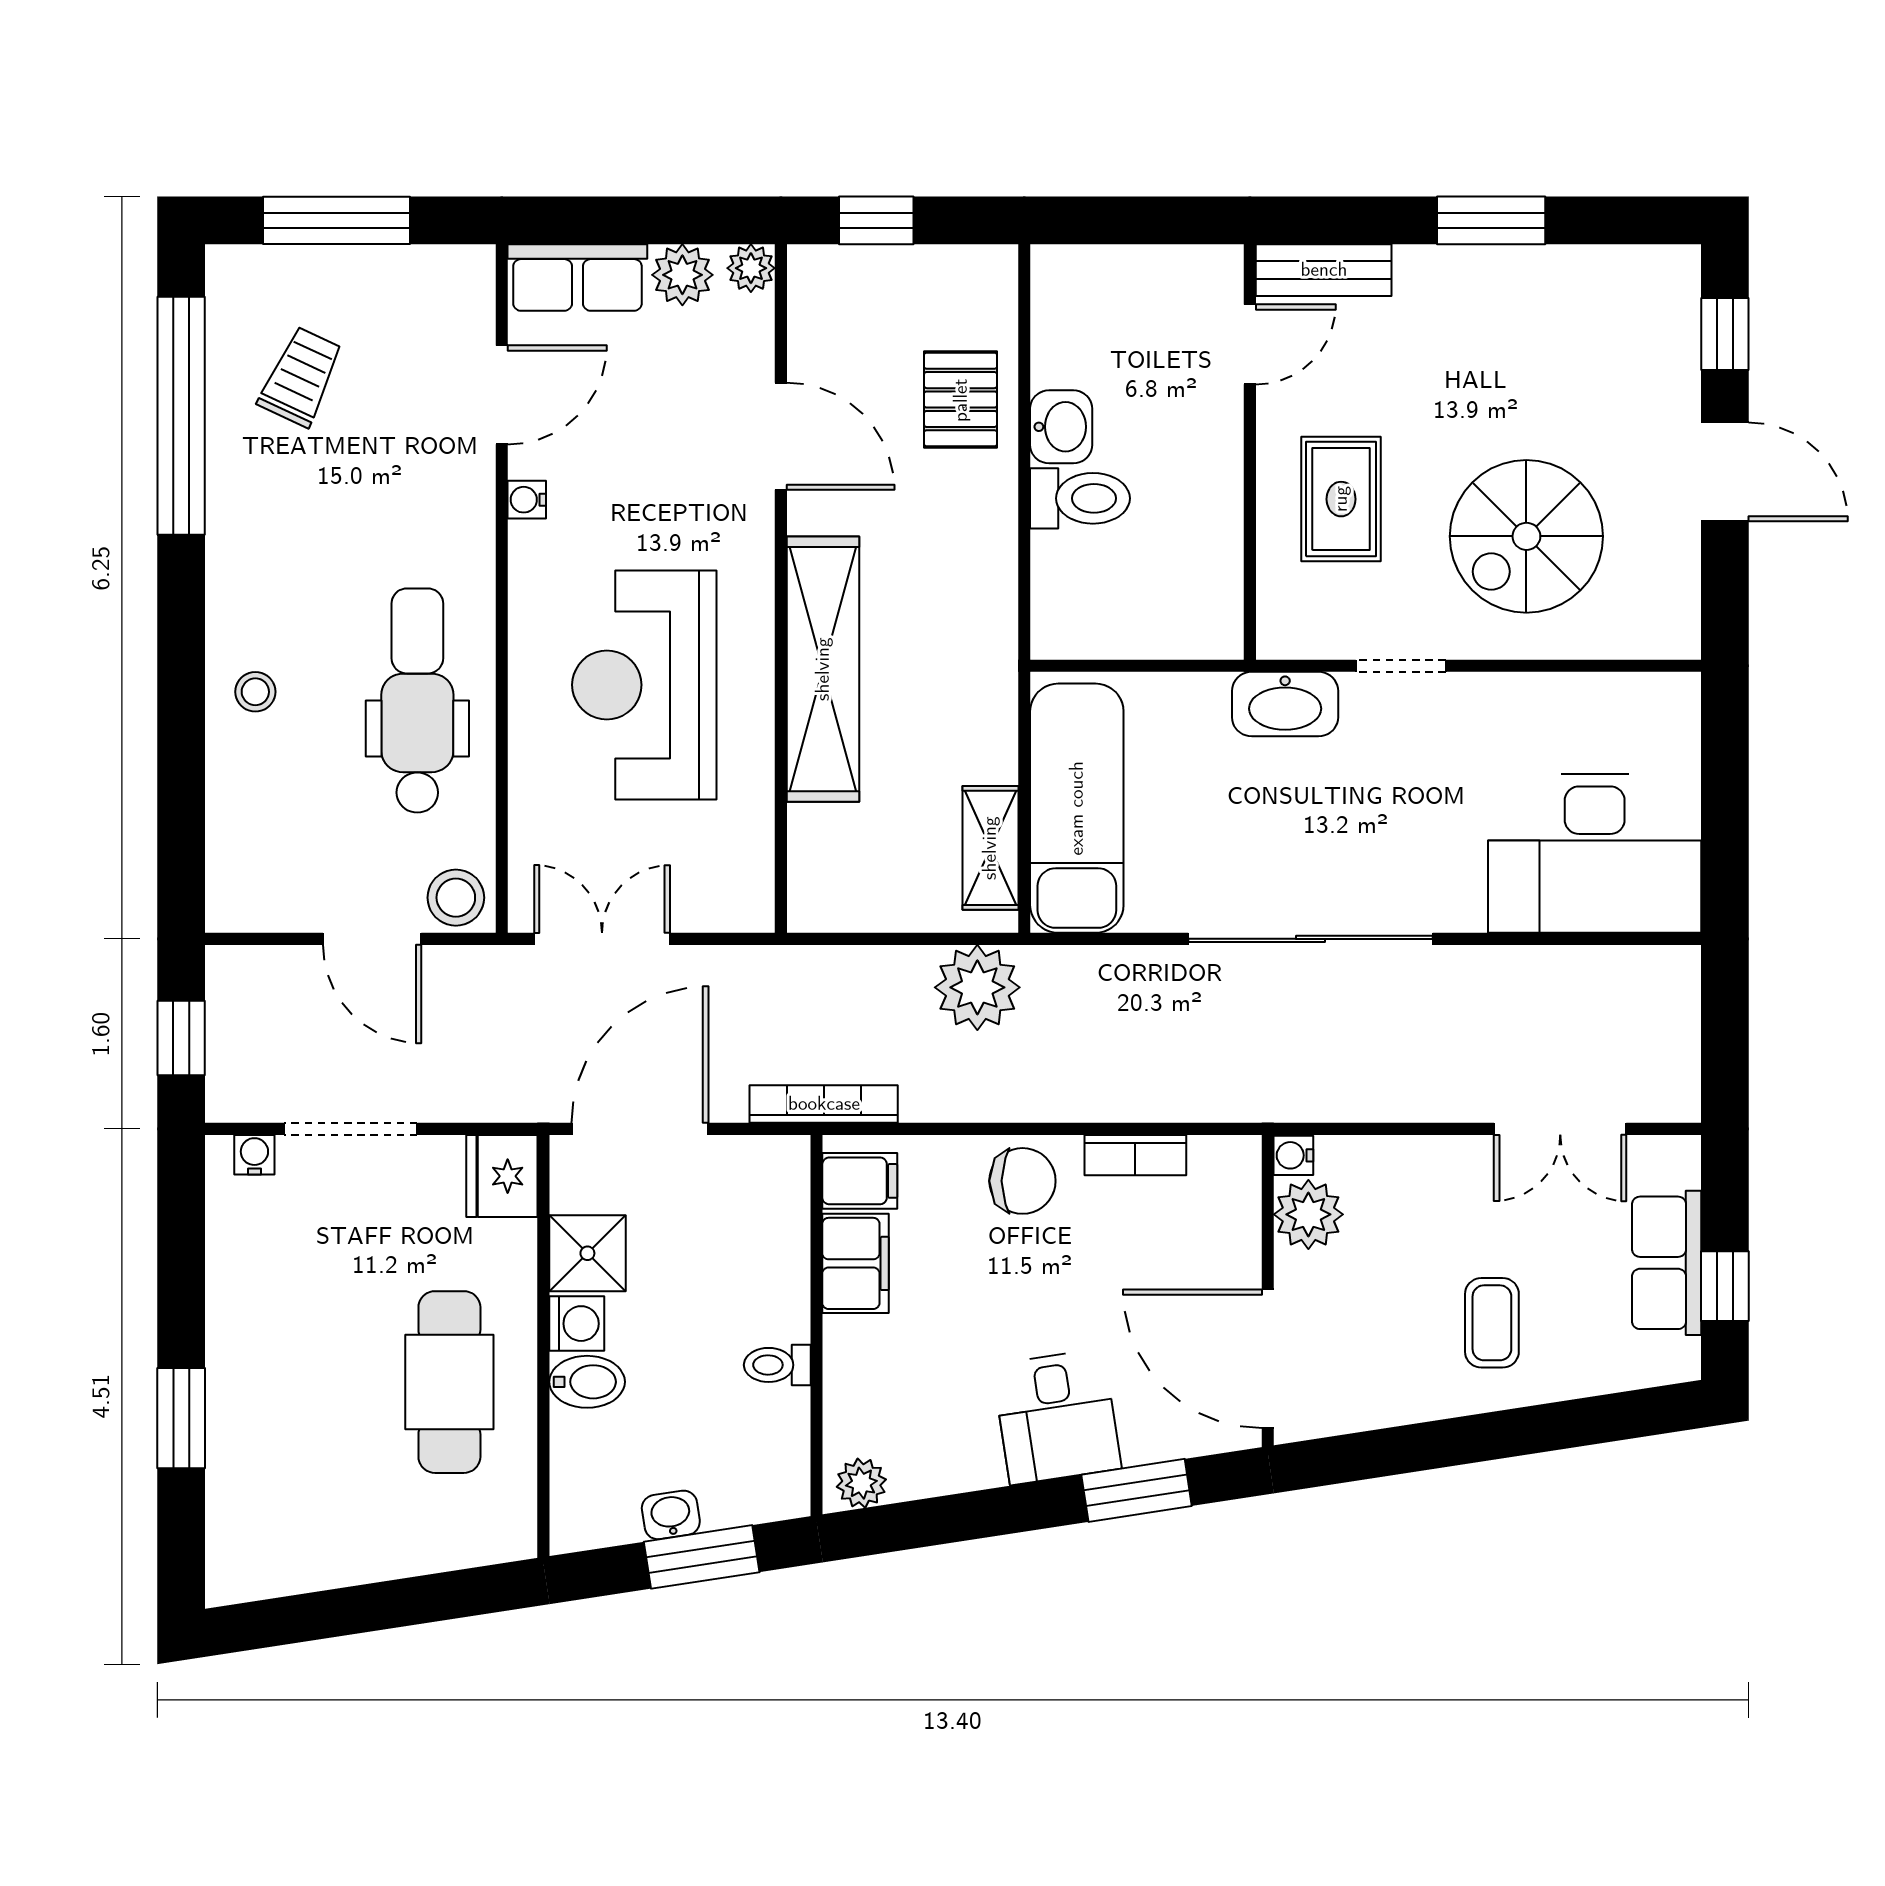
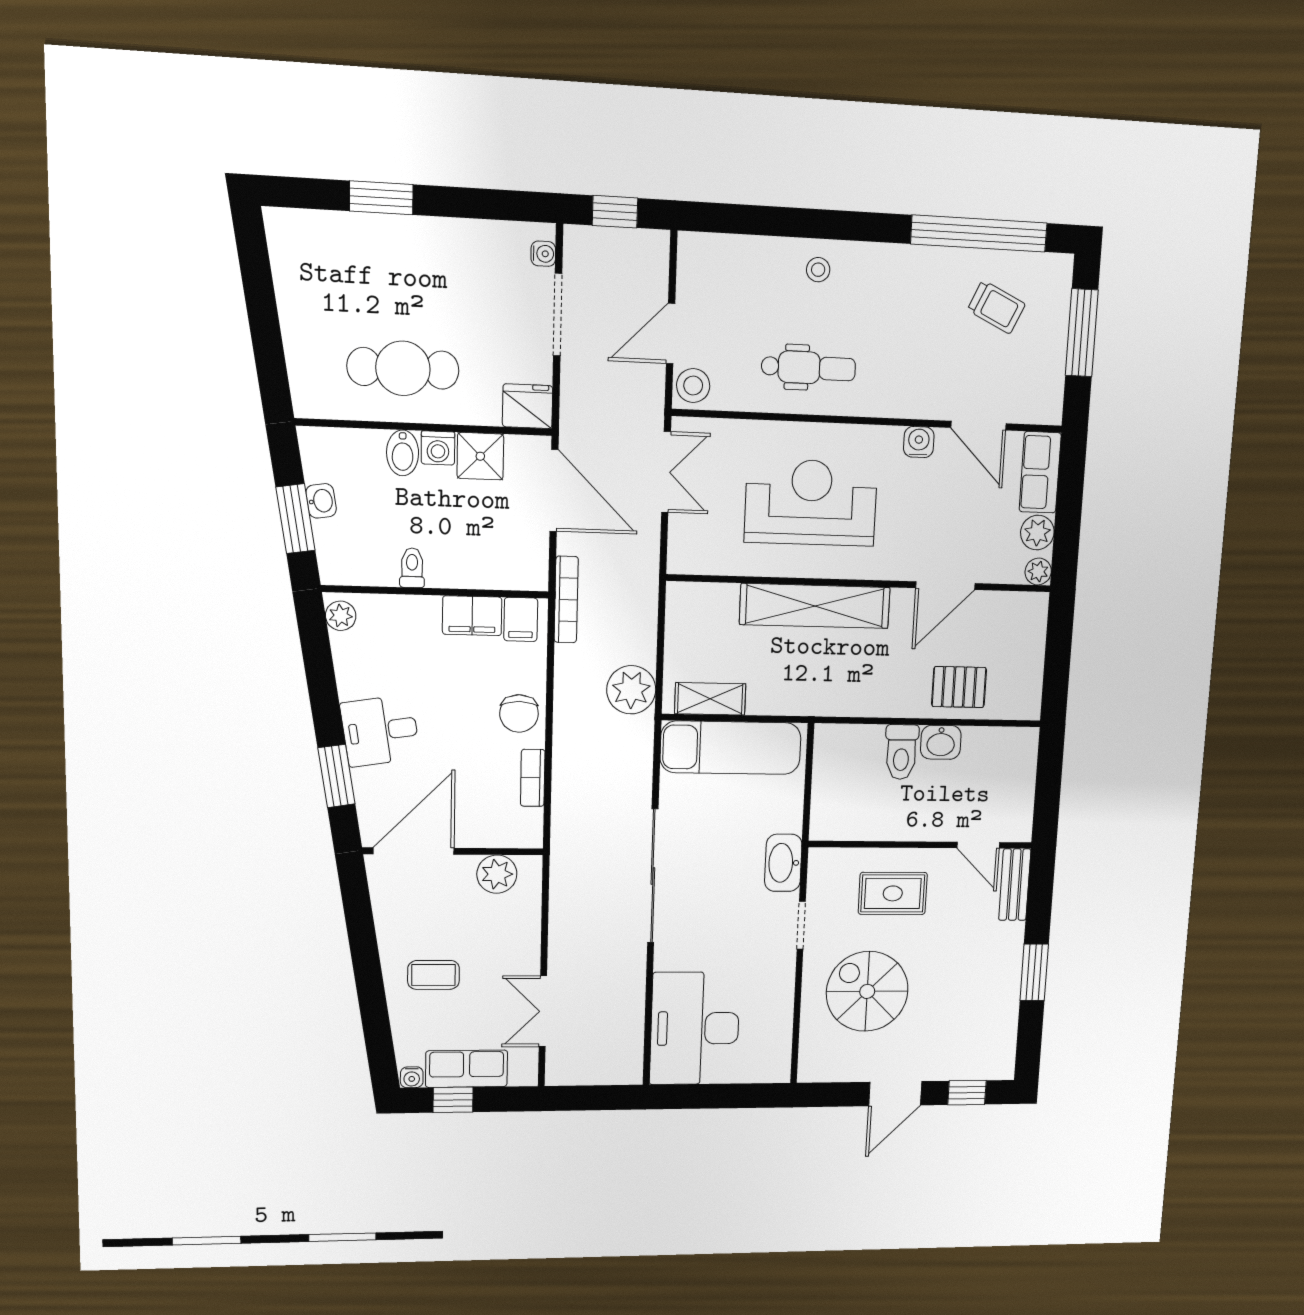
window: (876, 220) -> (1059, 642), removed
water cooler: (527, 500) -> (919, 442), width x1.38, depth x1.38
dental chair: (417, 700) -> (808, 368), width x0.73, depth x0.72
water cooler: (1293, 1155) -> (412, 1077), moved, turned 180

